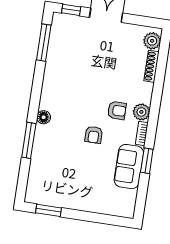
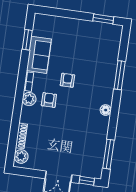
armchair: (117, 110) -> (49, 100), turned 90
floor lamp: (44, 117) -> (106, 110), moved
window: (147, 161) -> (27, 40), moved

